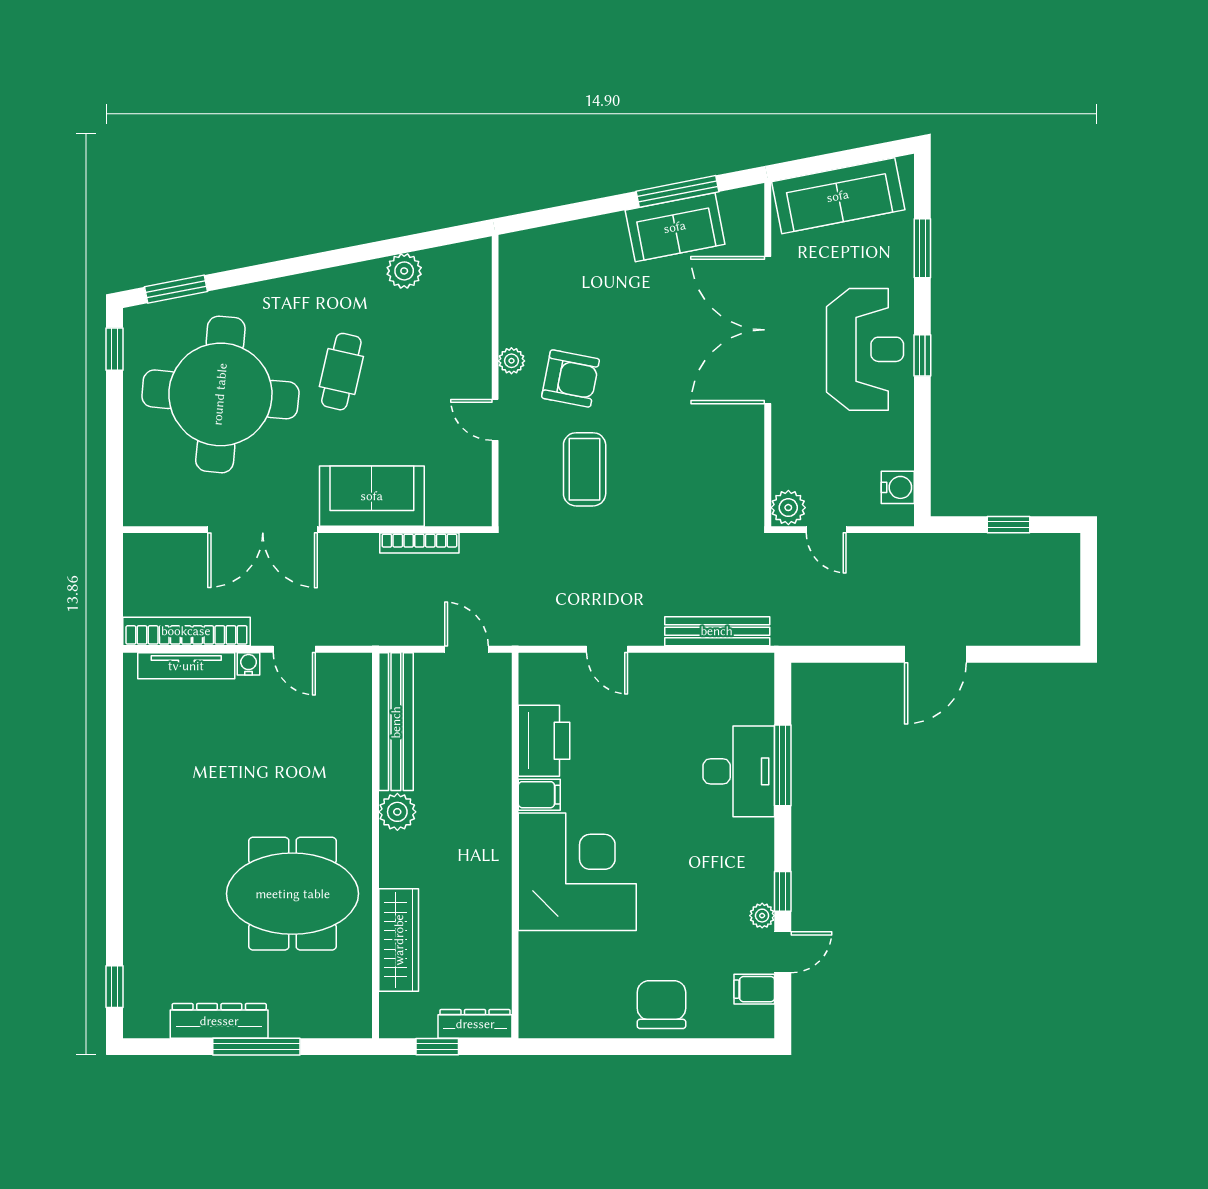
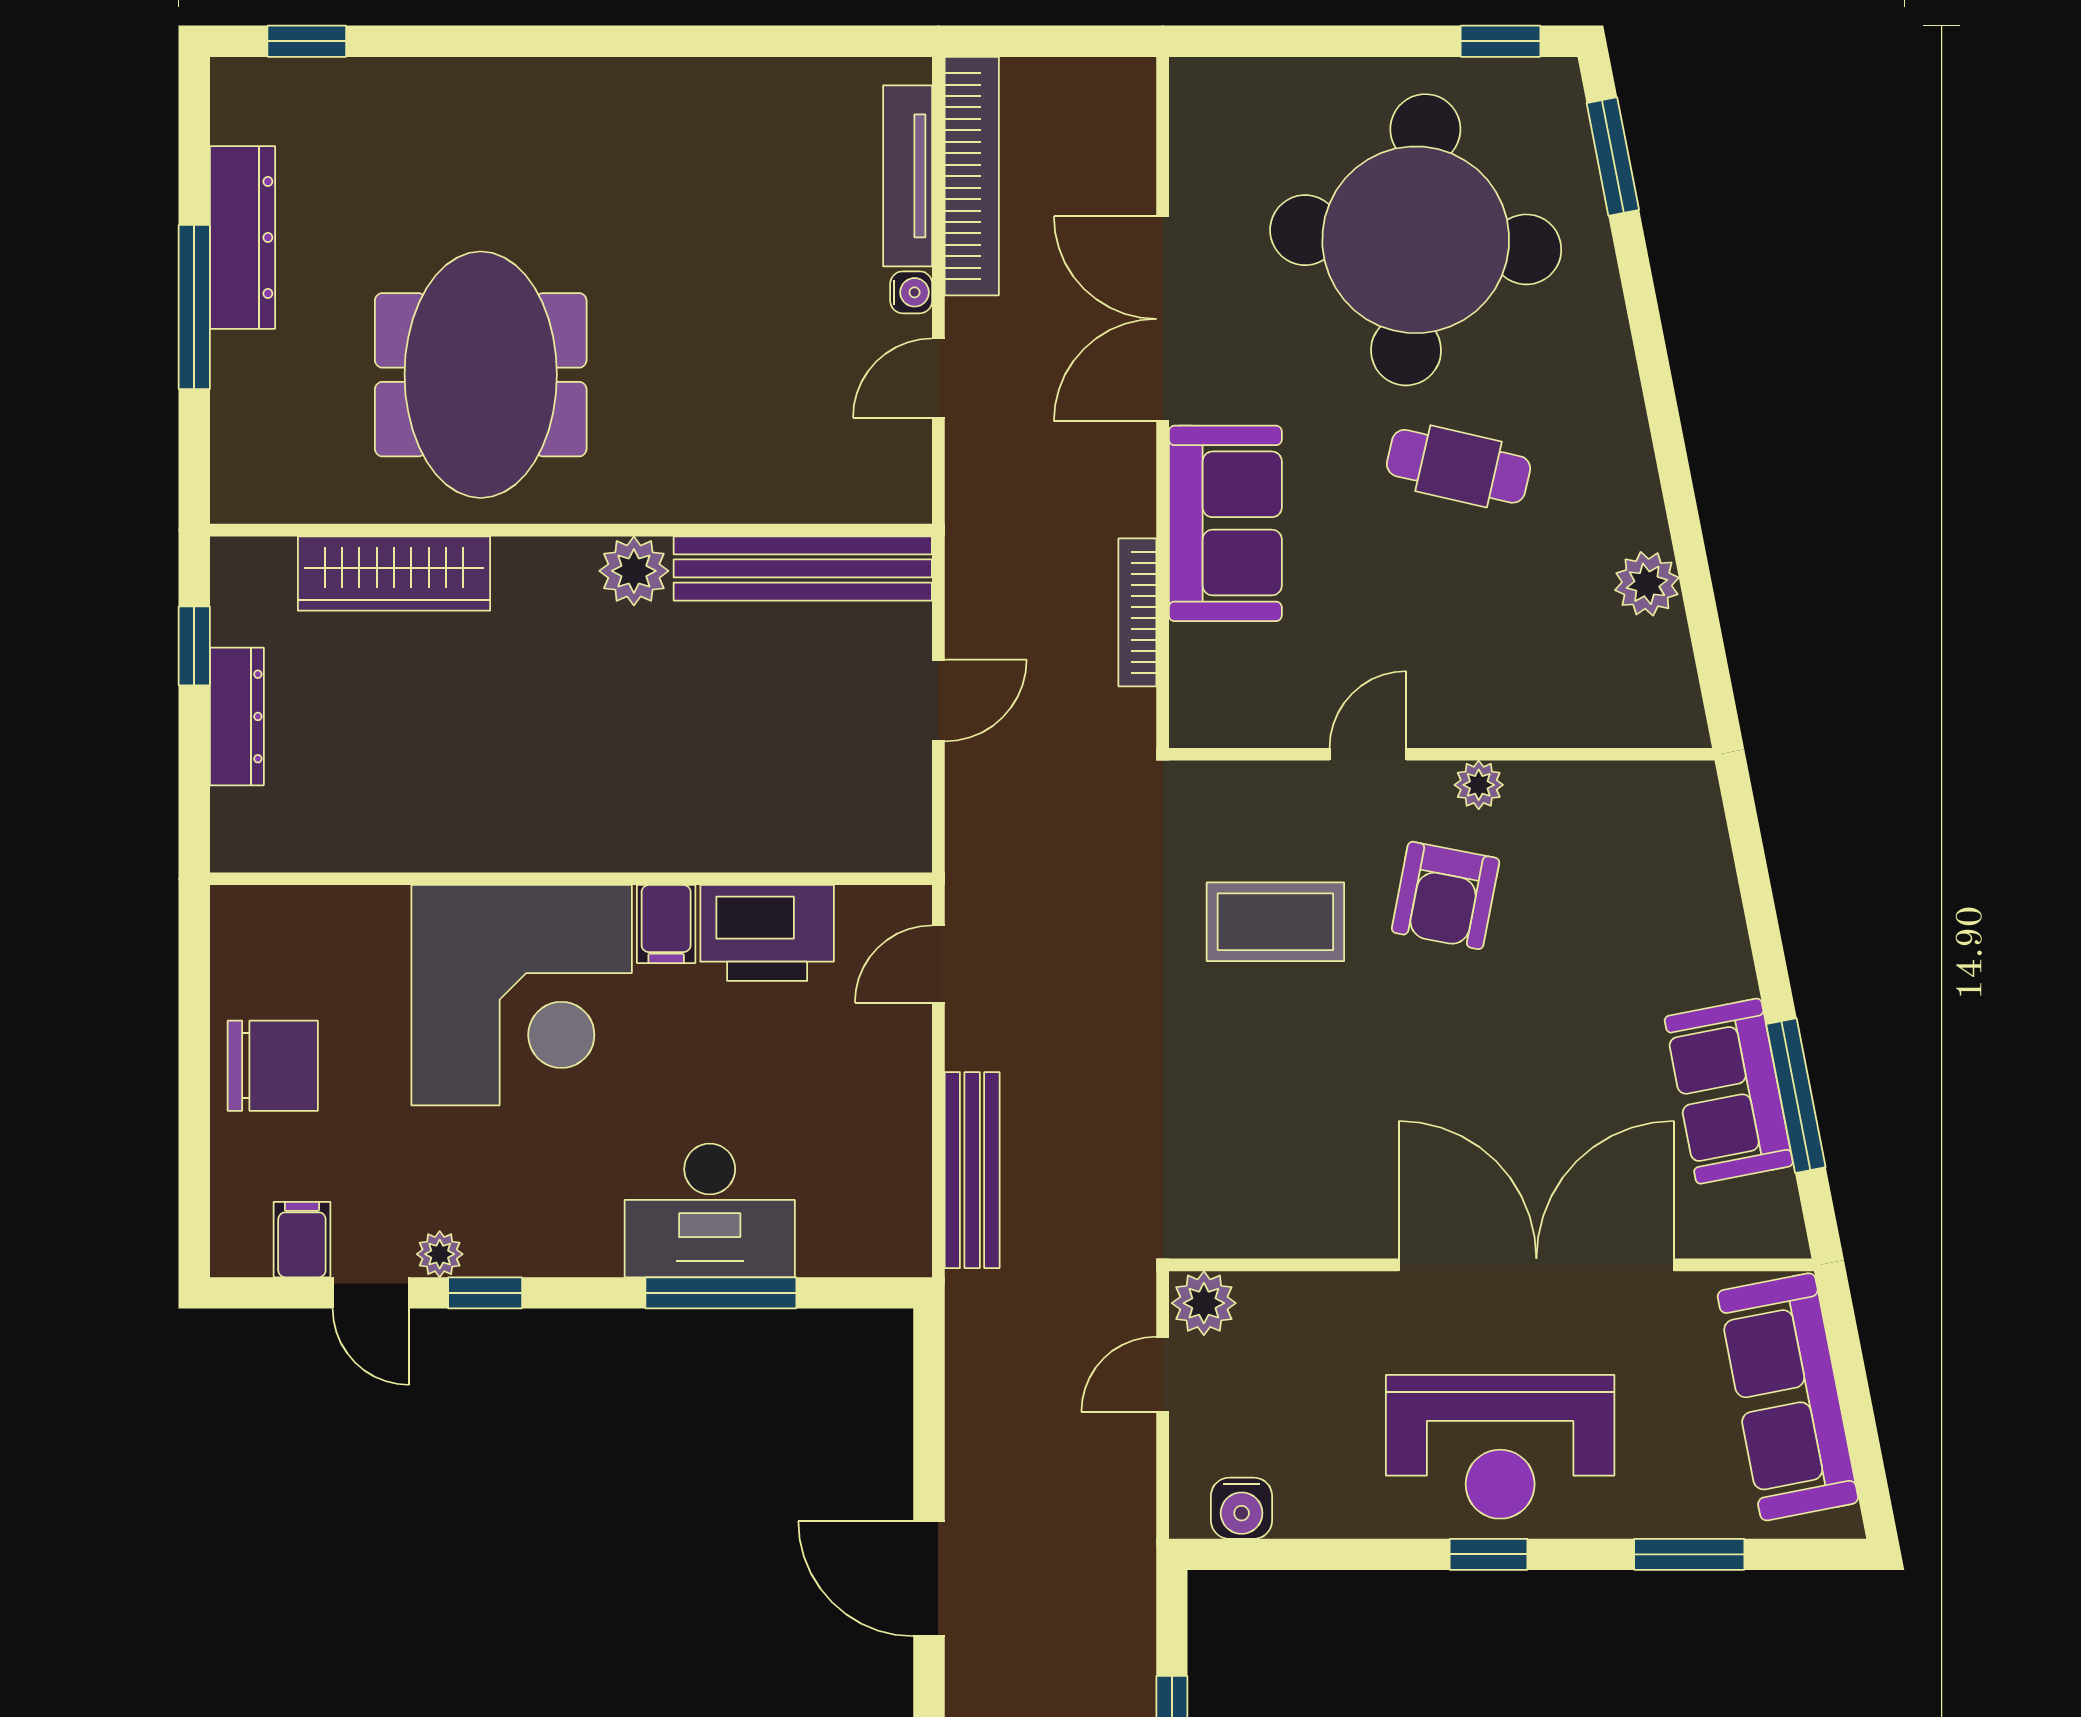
printer: (544, 741) -> (767, 933), moved
filing cabinet: (539, 795) -> (666, 924), moved
wall: (515, 845) -> (571, 879), moved
corner desk: (577, 872) -> (522, 995), moved

